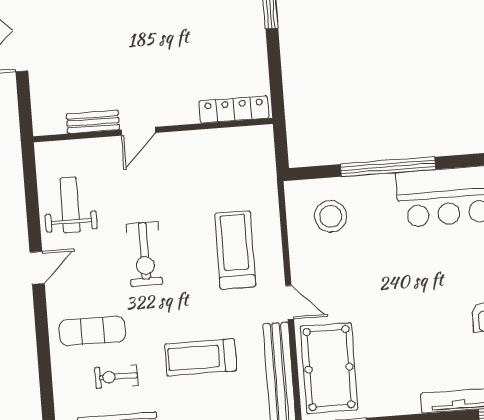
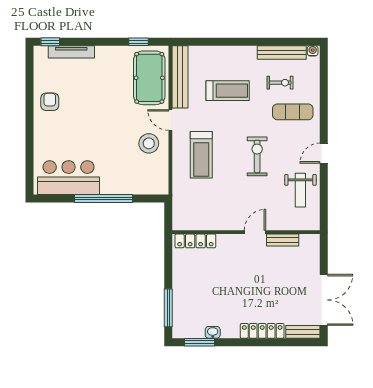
stool: (331, 216) -> (149, 143), moved

